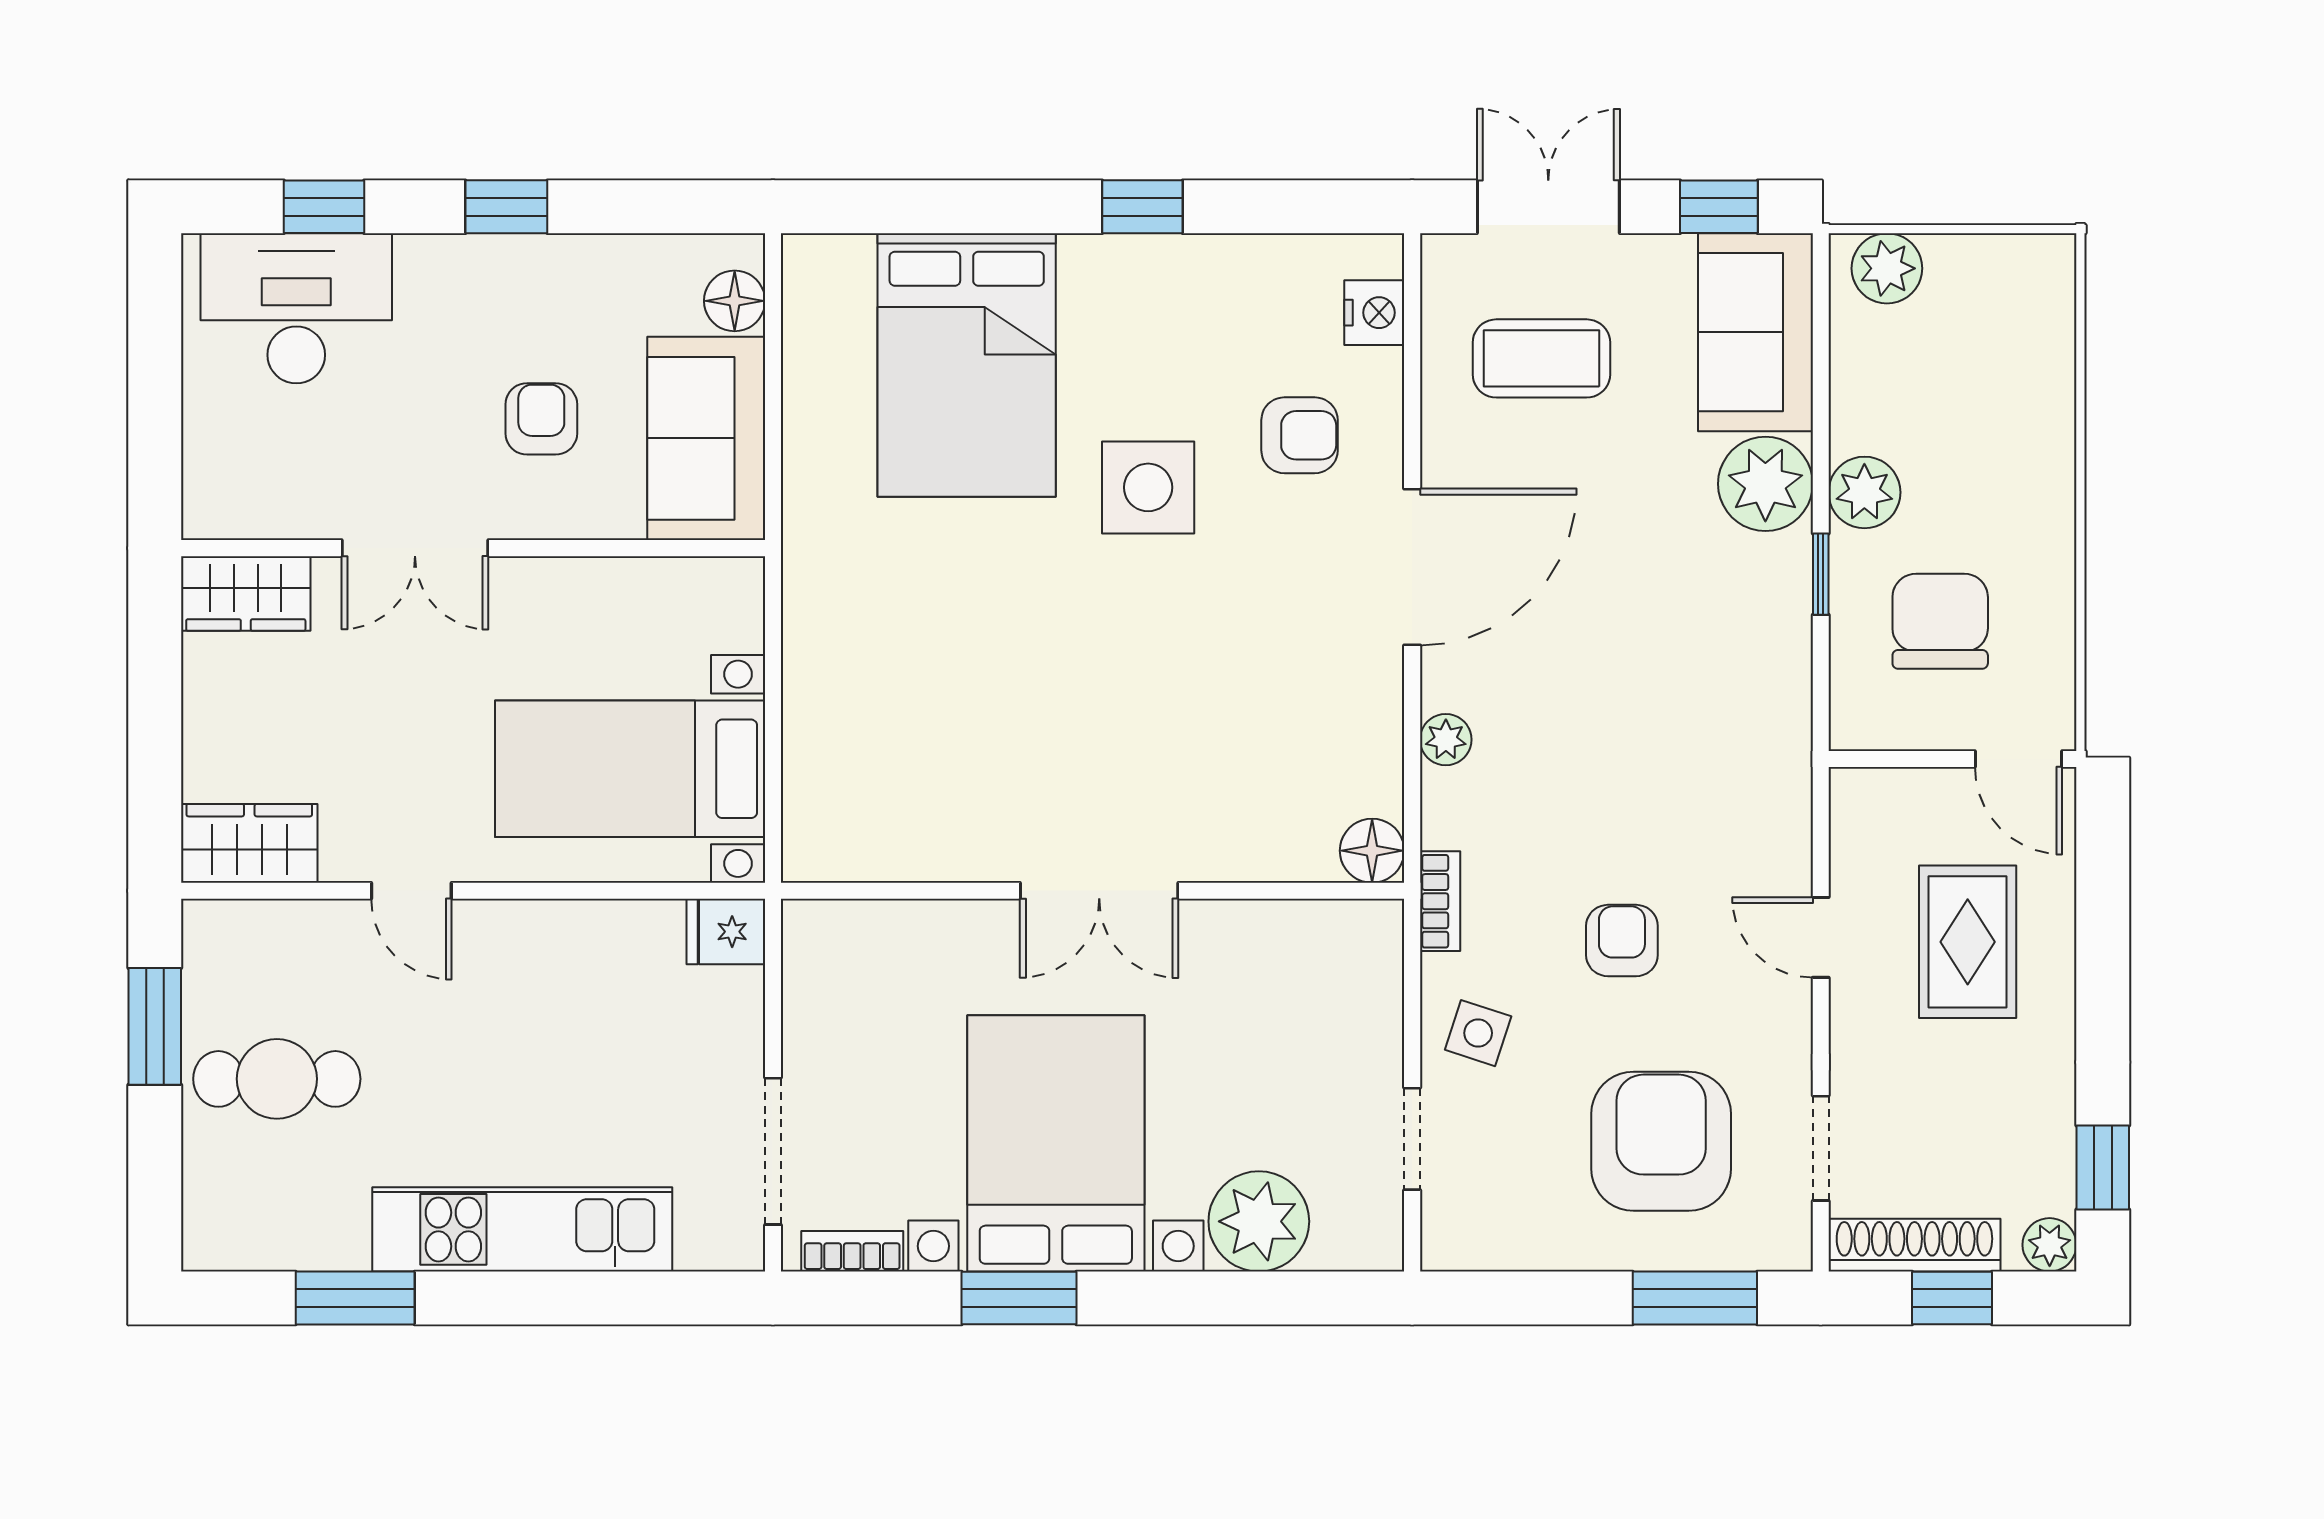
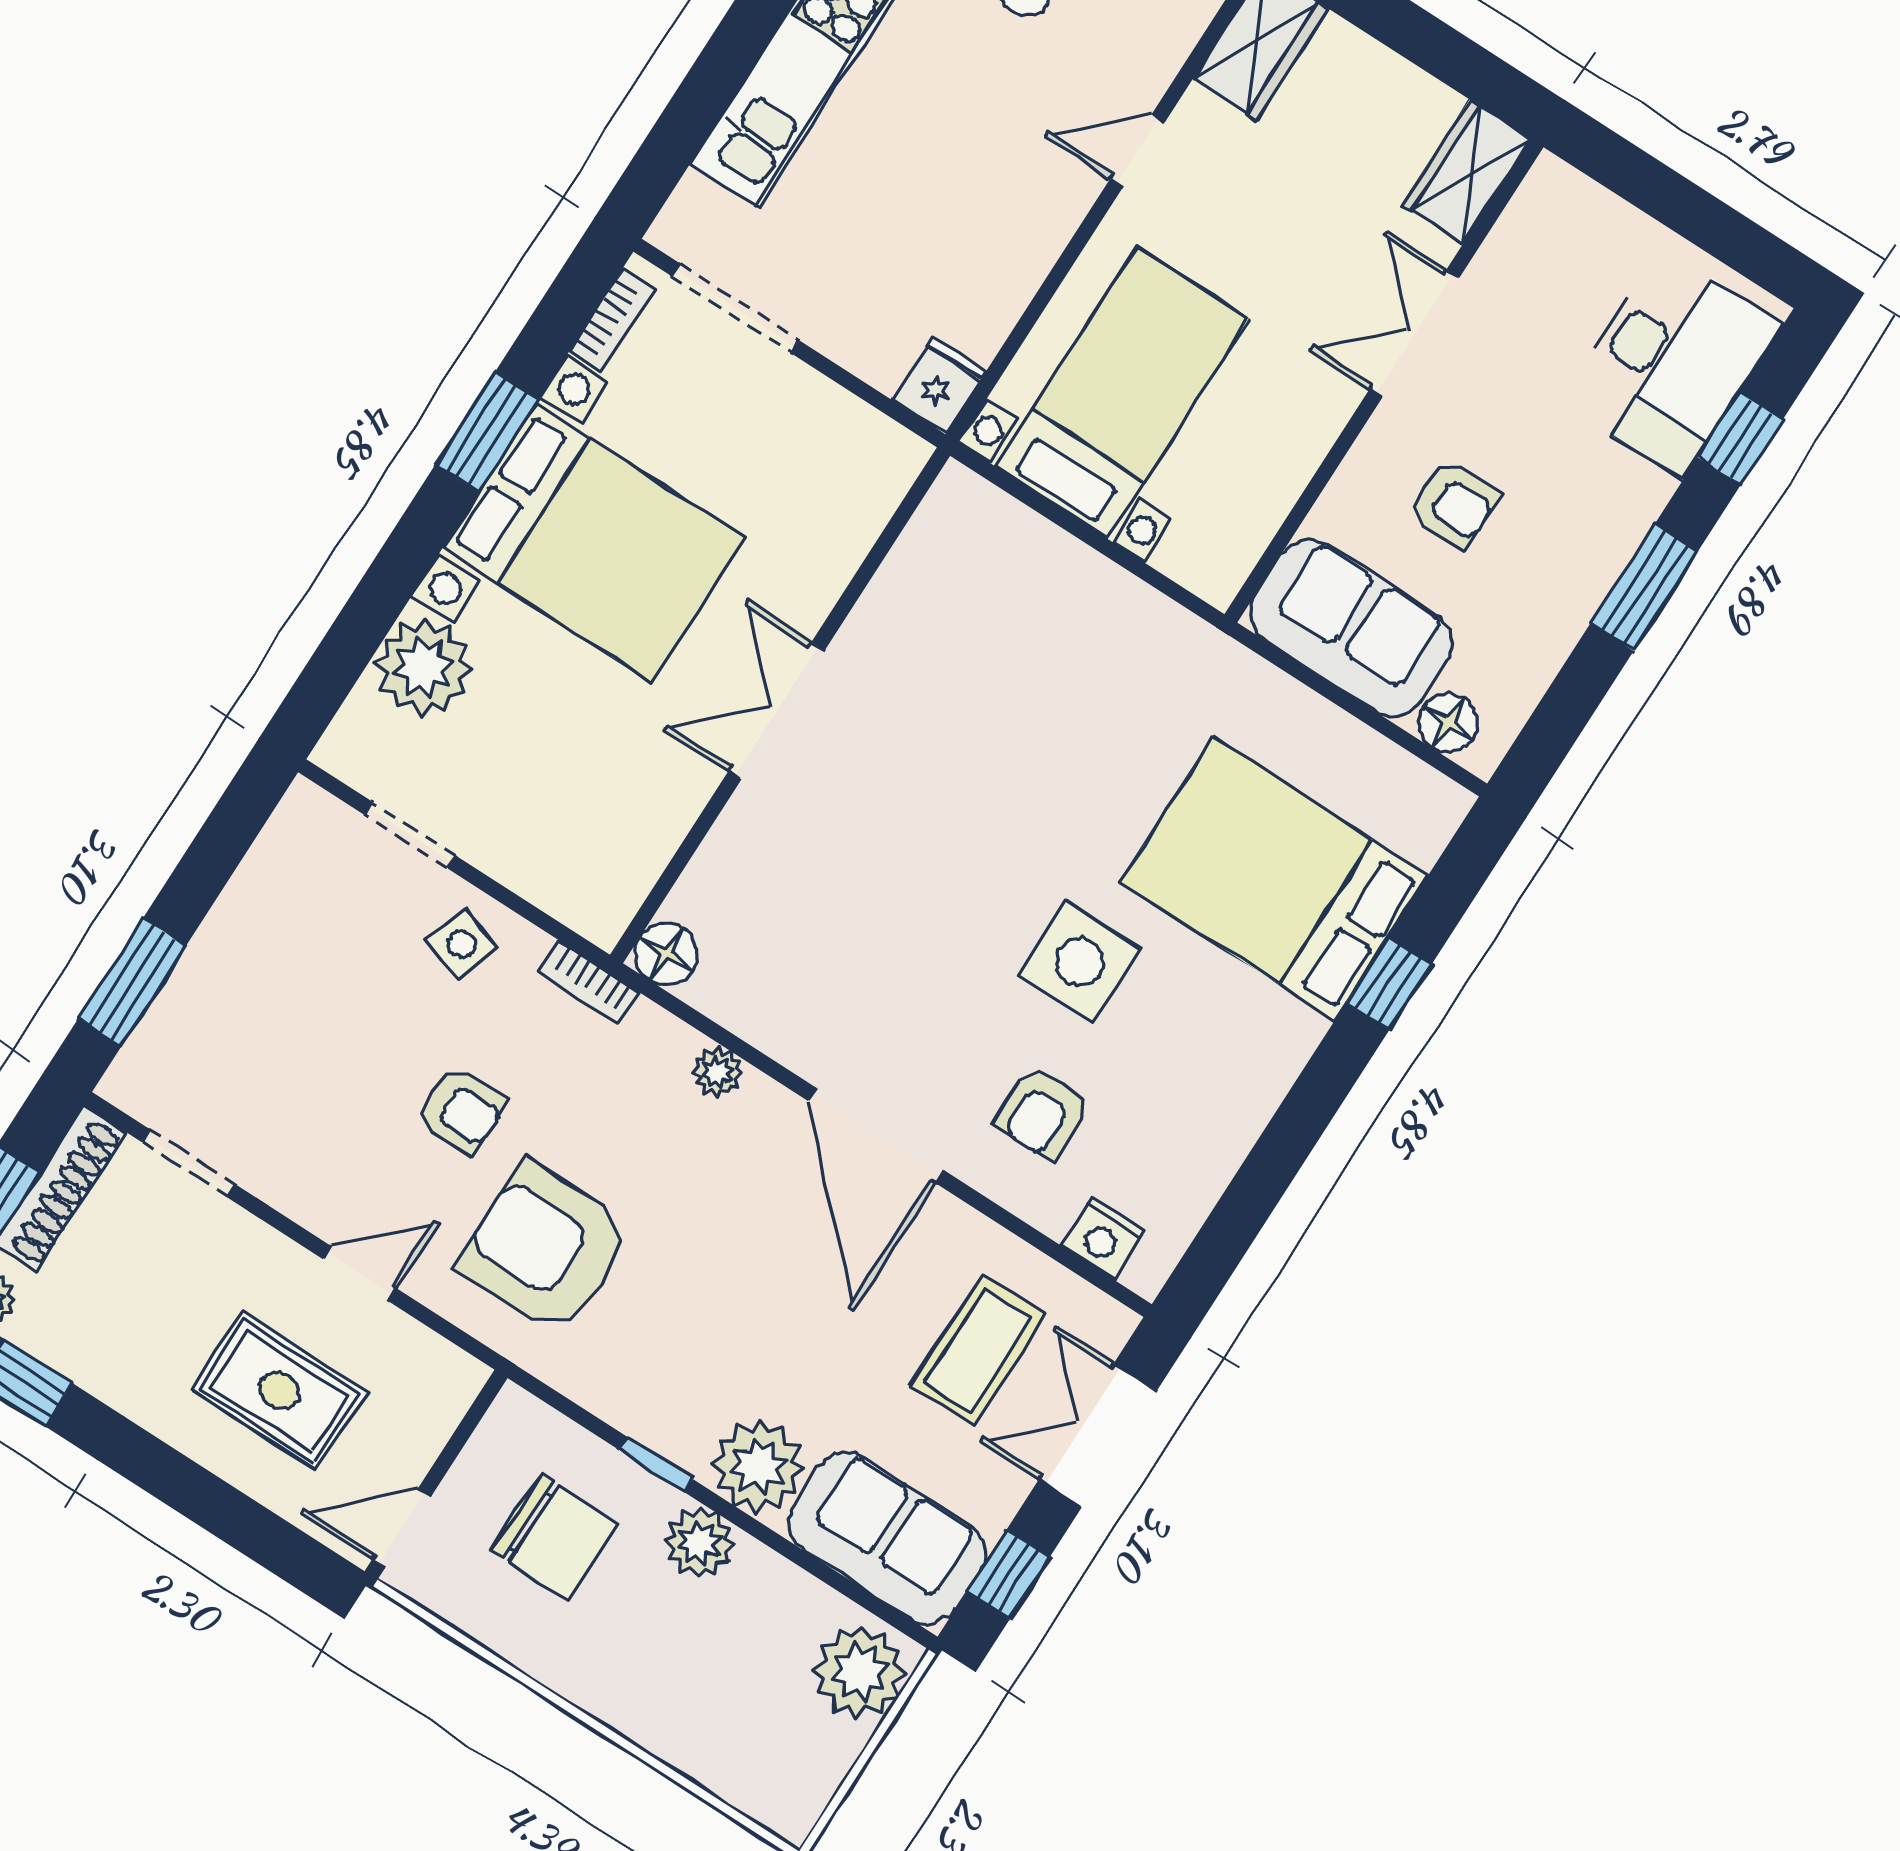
window: (506, 207) -> (1644, 587), width x1.50
window: (1142, 207) -> (1389, 984), moved
double door: (1548, 207) -> (1098, 1435), swing flipped
plant: (1887, 268) -> (860, 1672), width x1.36, depth x1.36
armchair: (1661, 1141) -> (545, 1248), moved, turned 180

